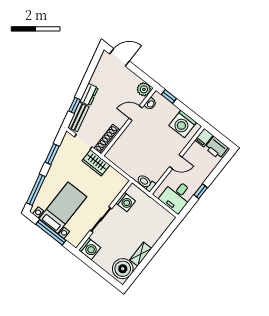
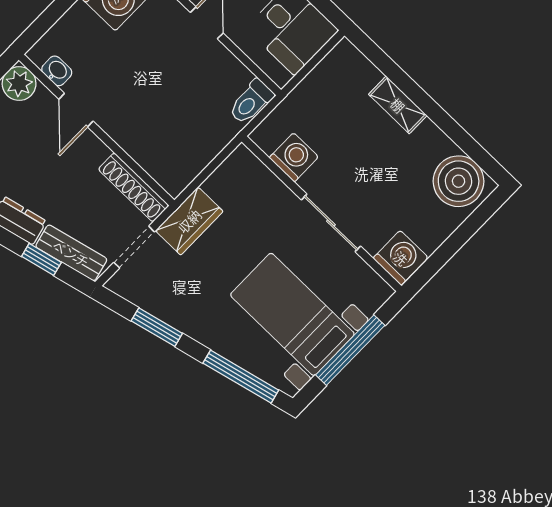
window: (169, 97) -> (43, 23), removed
shelving: (141, 254) -> (398, 105), moved

